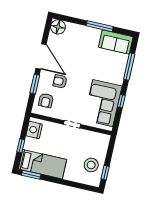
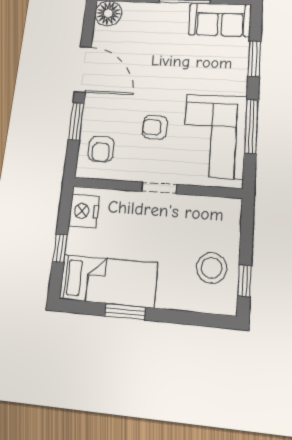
window: (129, 67) -> (254, 59), width x0.69
armchair: (60, 81) -> (155, 127), moved
window: (121, 101) -> (251, 126), width x2.17
window: (31, 175) -> (125, 312), moved

